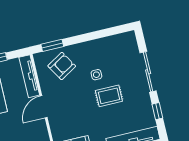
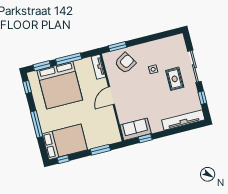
tv unit: (29, 76) -> (98, 67), width x0.71
rug: (109, 96) -> (175, 79), moved, turned 90

